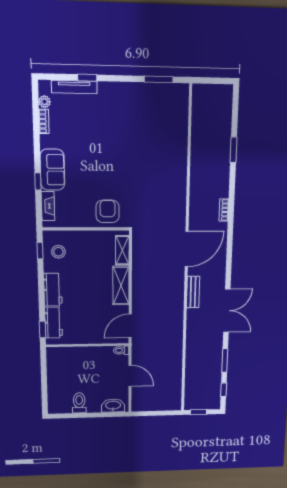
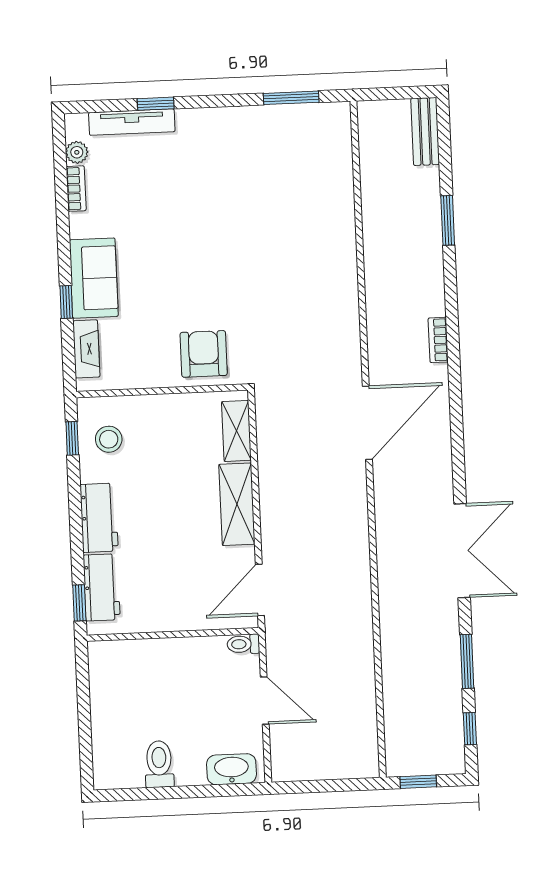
bench: (193, 292) -> (425, 131), moved

